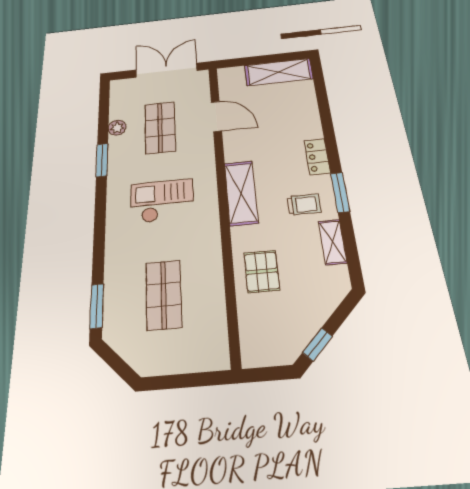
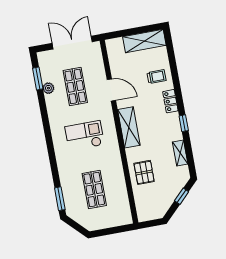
door: (216, 116) -> (111, 90), moved
window: (102, 160) -> (38, 79), moved
window: (340, 192) -> (184, 123), width x0.67
trolley: (304, 204) -> (157, 77), moved
window: (317, 344) -> (182, 196), moved

